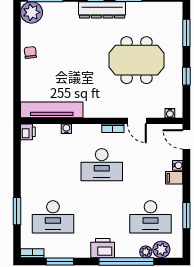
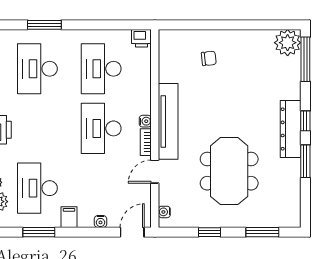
chair: (30, 52) -> (209, 58), moved
tv unit: (52, 110) -> (168, 121), moved
water cooler: (66, 129) -> (145, 121), moved
desk: (53, 165) -> (101, 69), added
filing cabinet: (174, 178) -> (69, 217), moved

